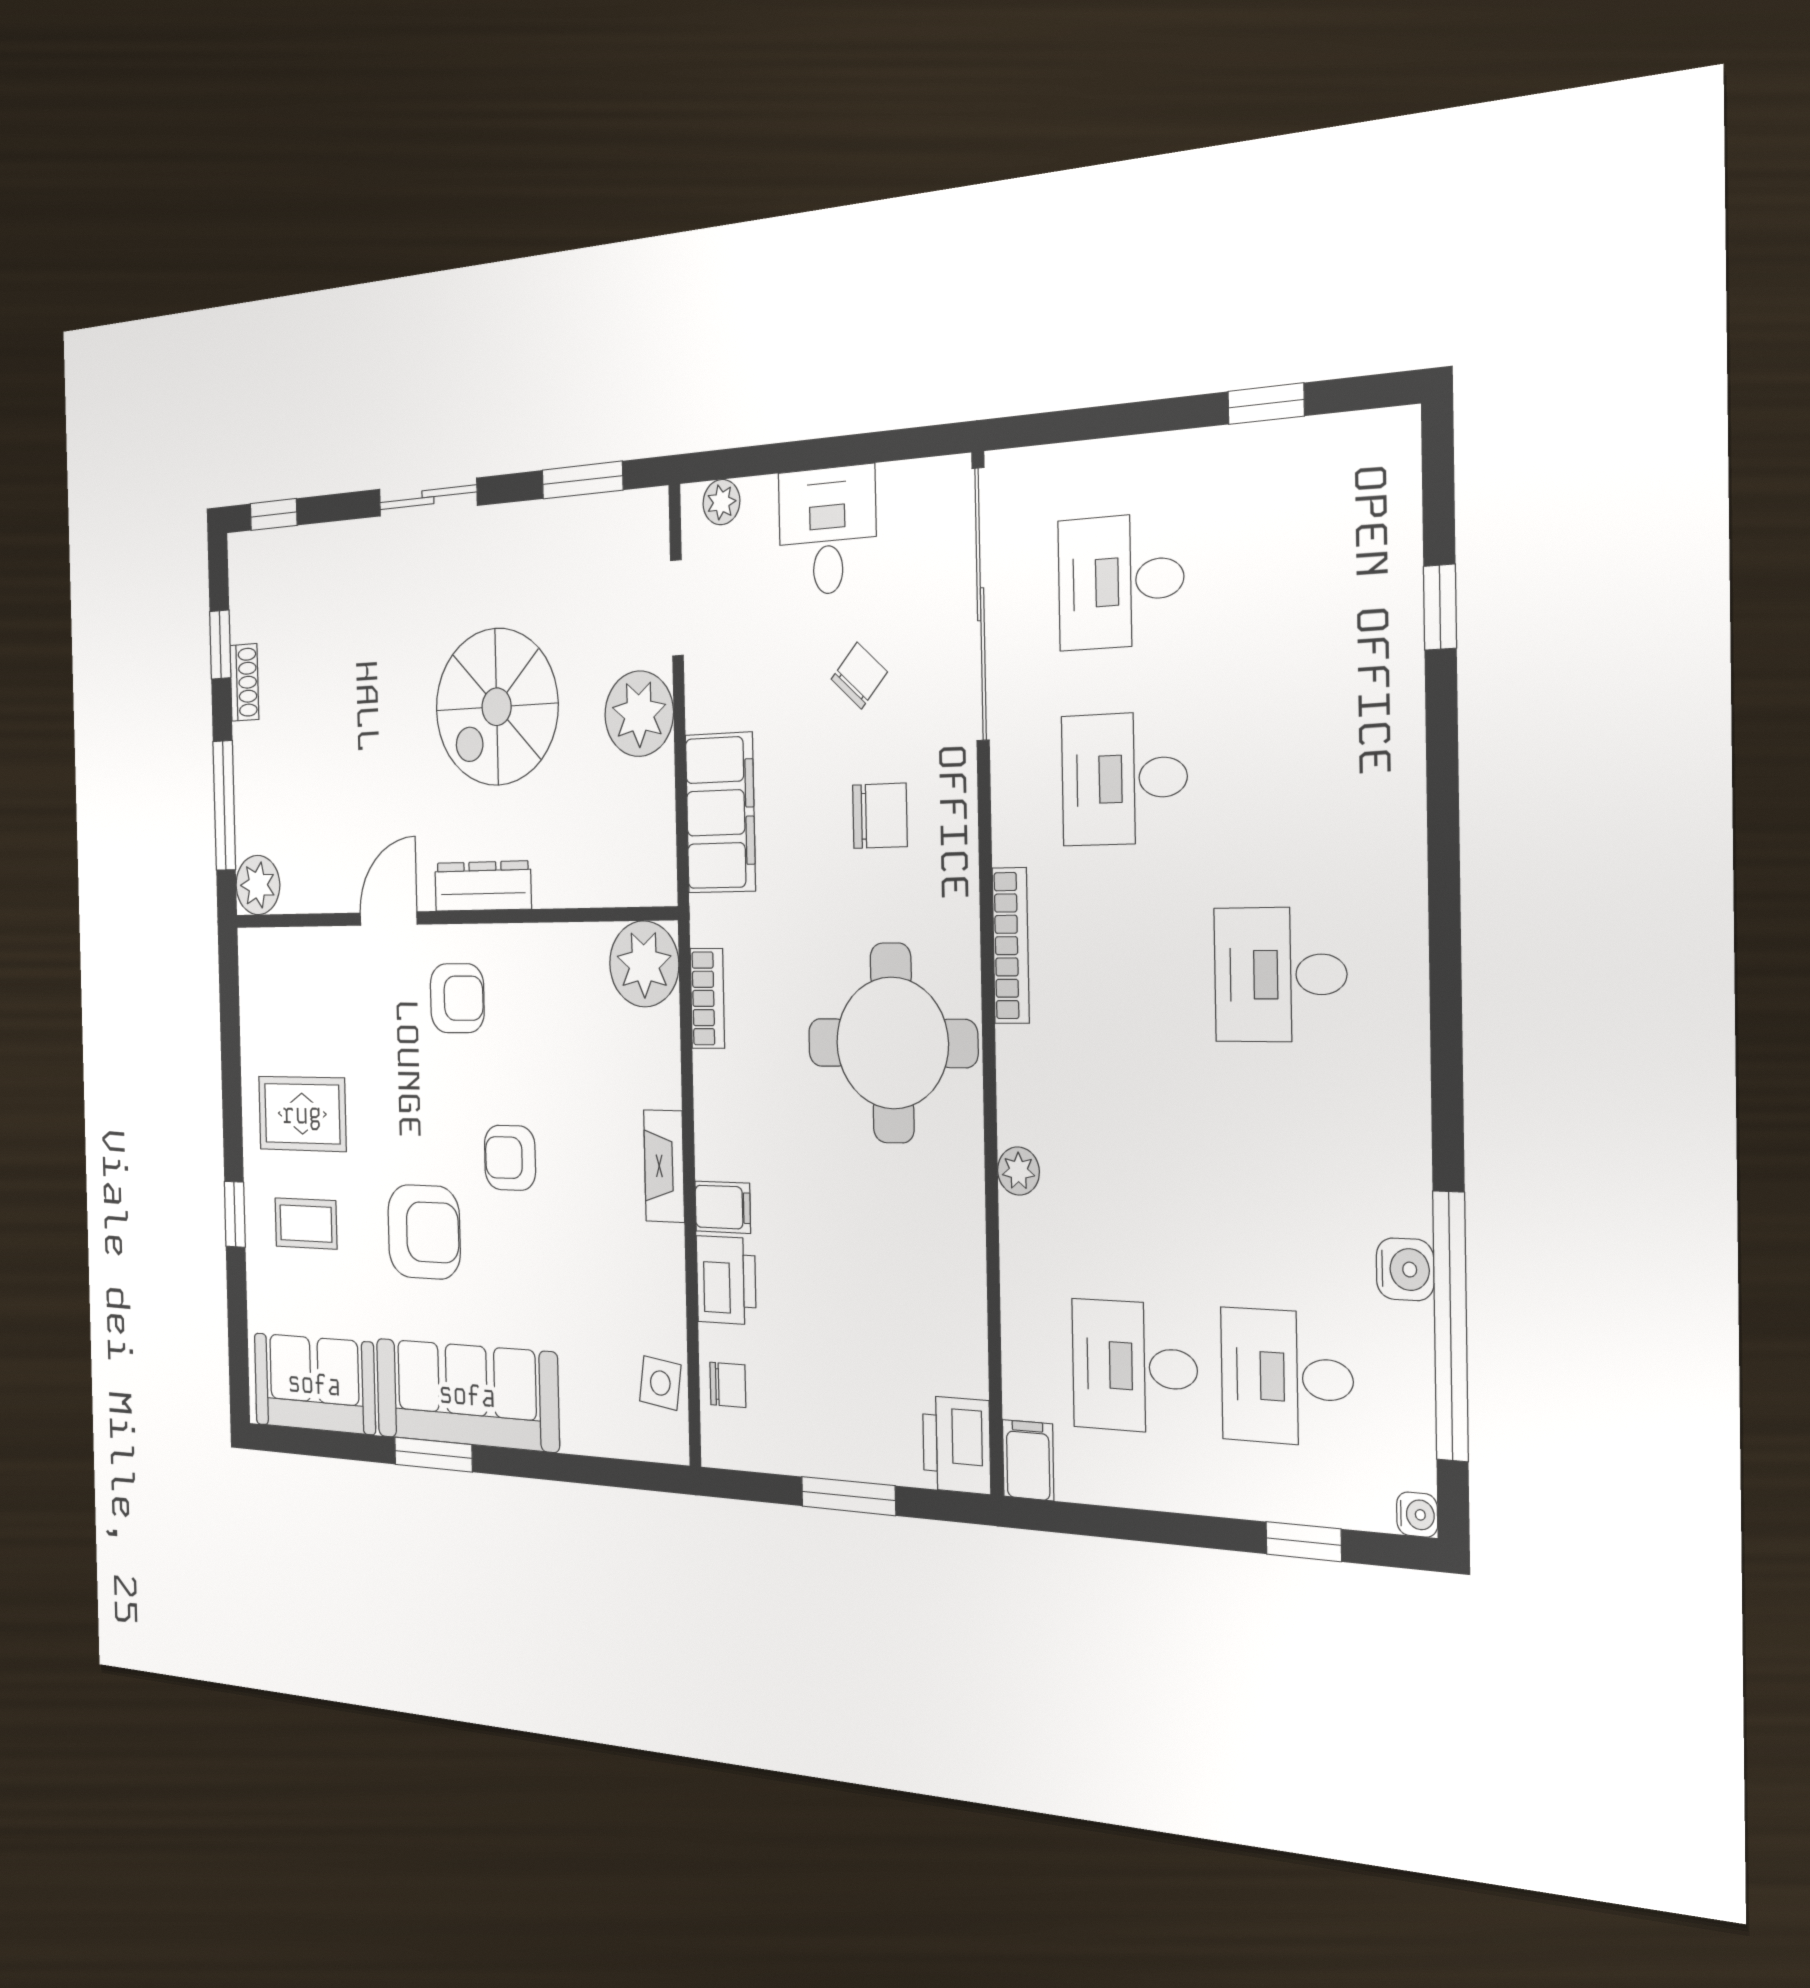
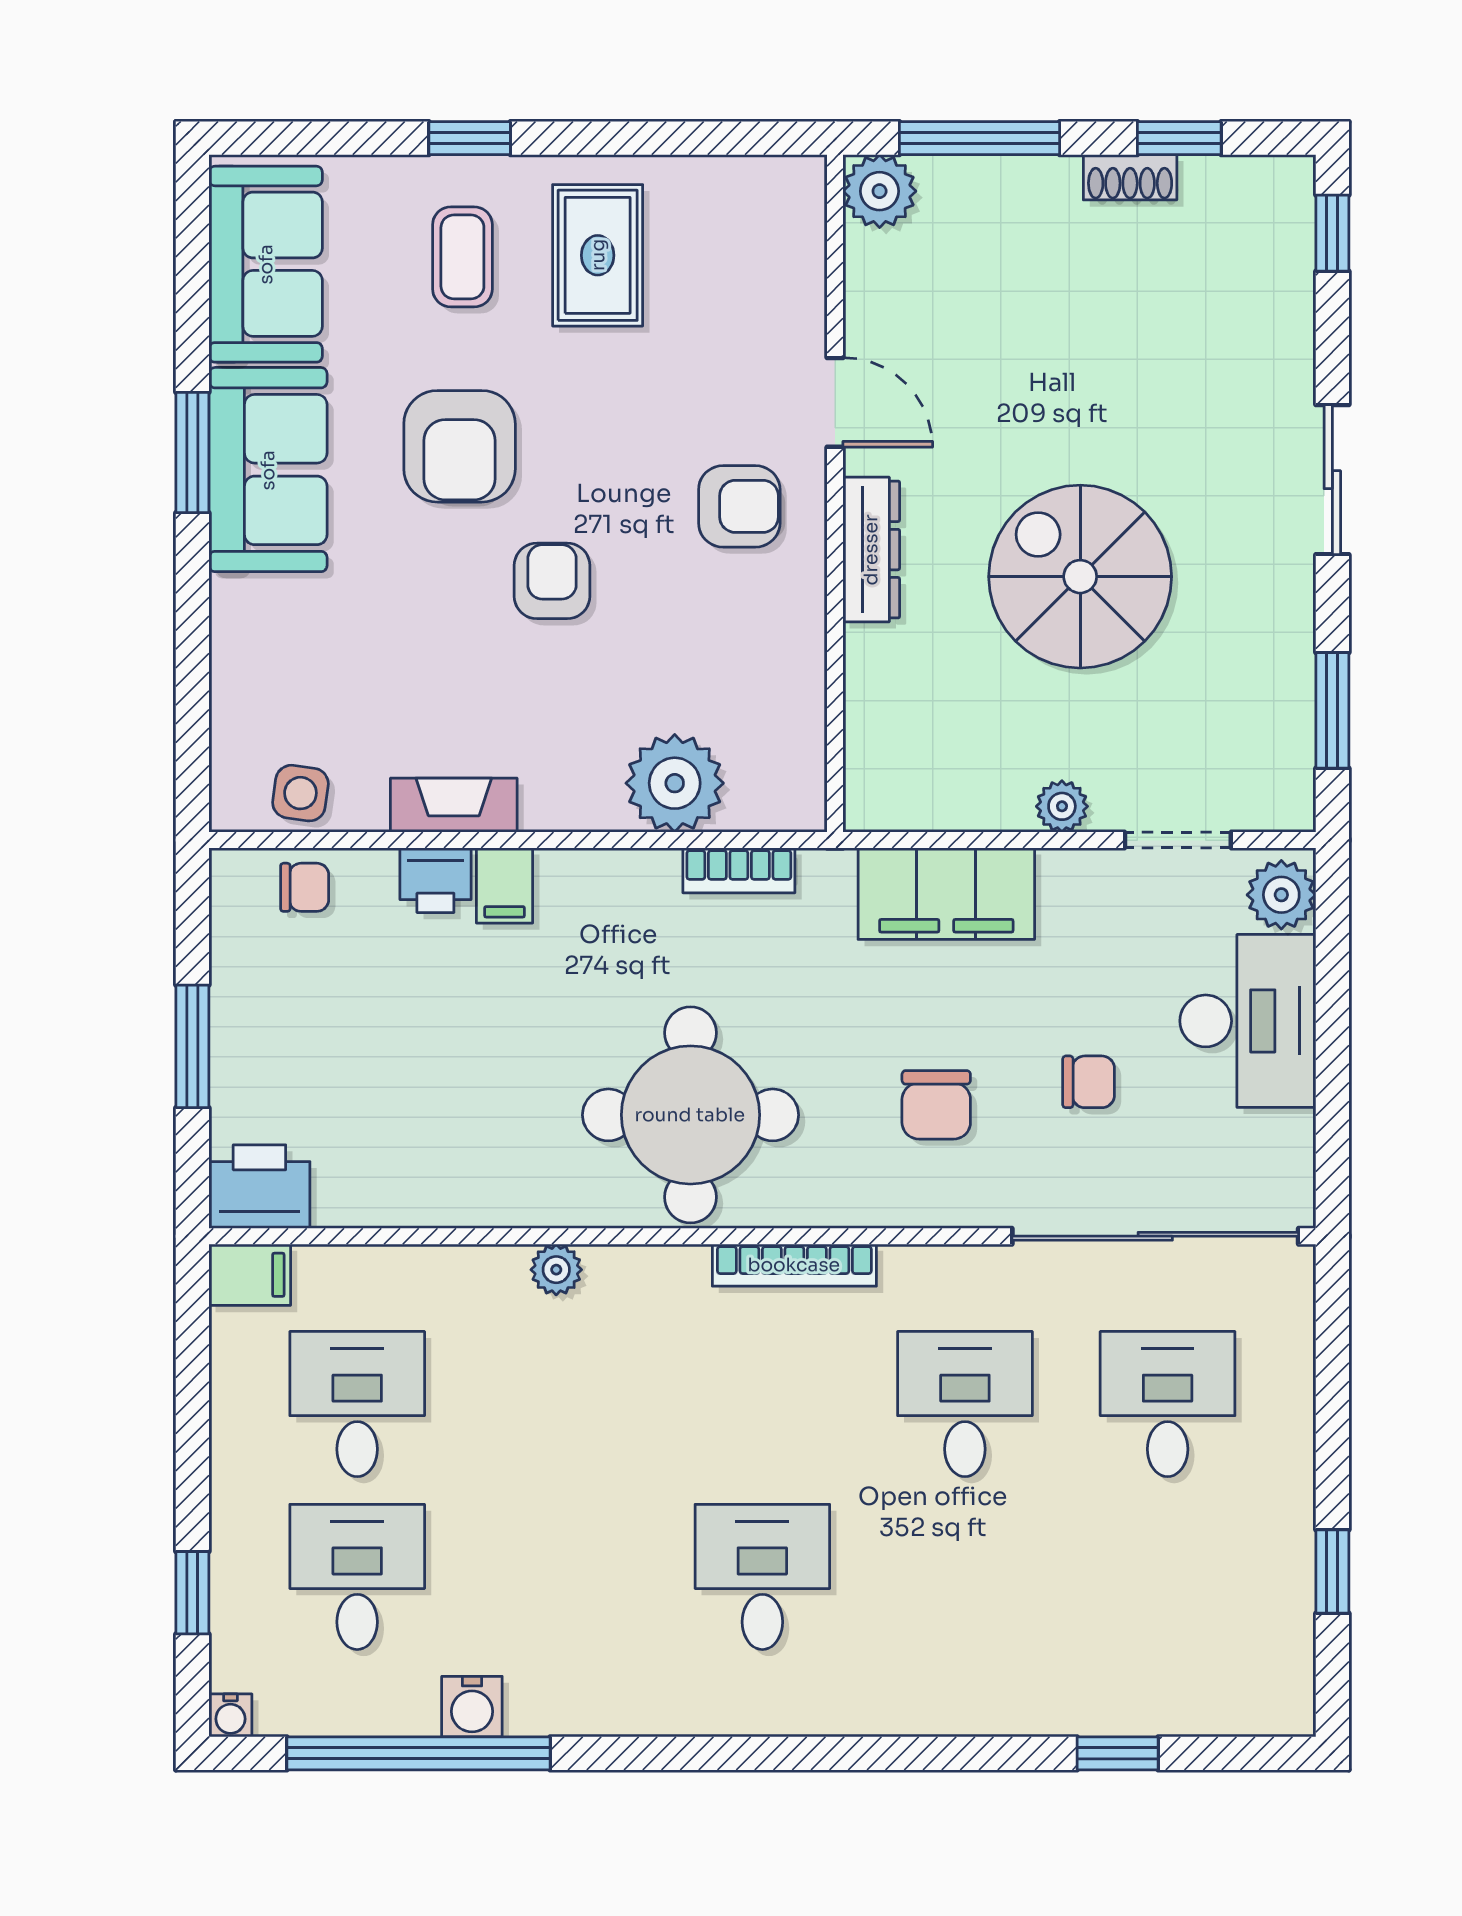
plant: (721, 502) -> (1281, 895), width x1.38, depth x1.38
desk: (827, 531) -> (1248, 1021), width x1.37
chair: (859, 676) -> (1089, 1082), turned -42
plant: (639, 714) -> (1062, 806), width x0.53, depth x0.53
plant: (644, 964) -> (675, 783), moved
armchair: (457, 998) -> (739, 506), turned -90
fireplace: (664, 1166) -> (454, 805), moved
printer: (726, 1280) -> (435, 880), width x0.73, depth x0.81
chair: (728, 1385) -> (305, 887), turned -90
sofa: (467, 1395) -> (268, 470), width x0.73

